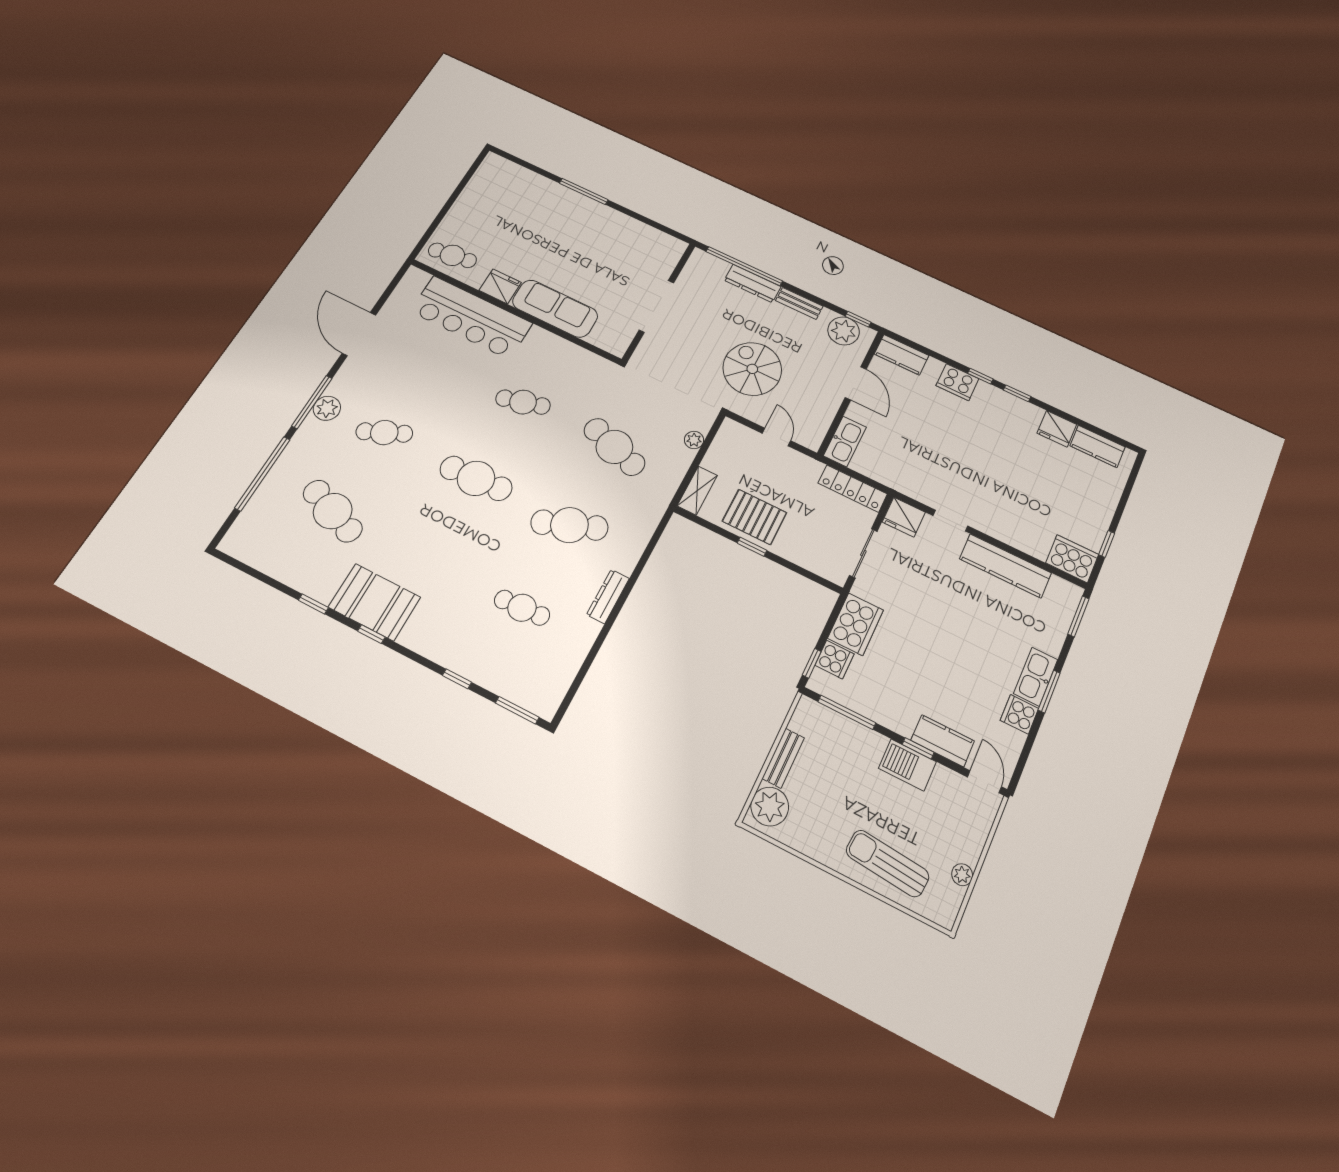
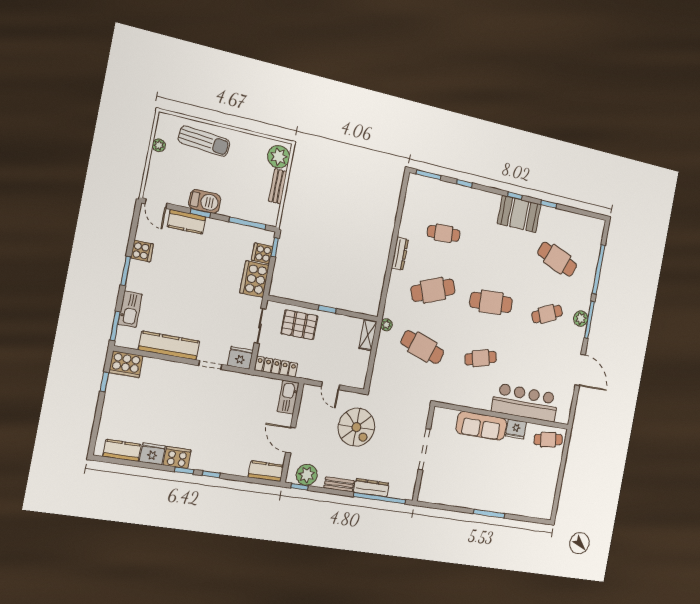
cooker: (957, 382) -> (177, 457), moved
plant: (694, 440) -> (386, 325), moved
pallet: (755, 517) -> (299, 325), moved
kitchen sink: (1036, 677) -> (130, 309), moved

